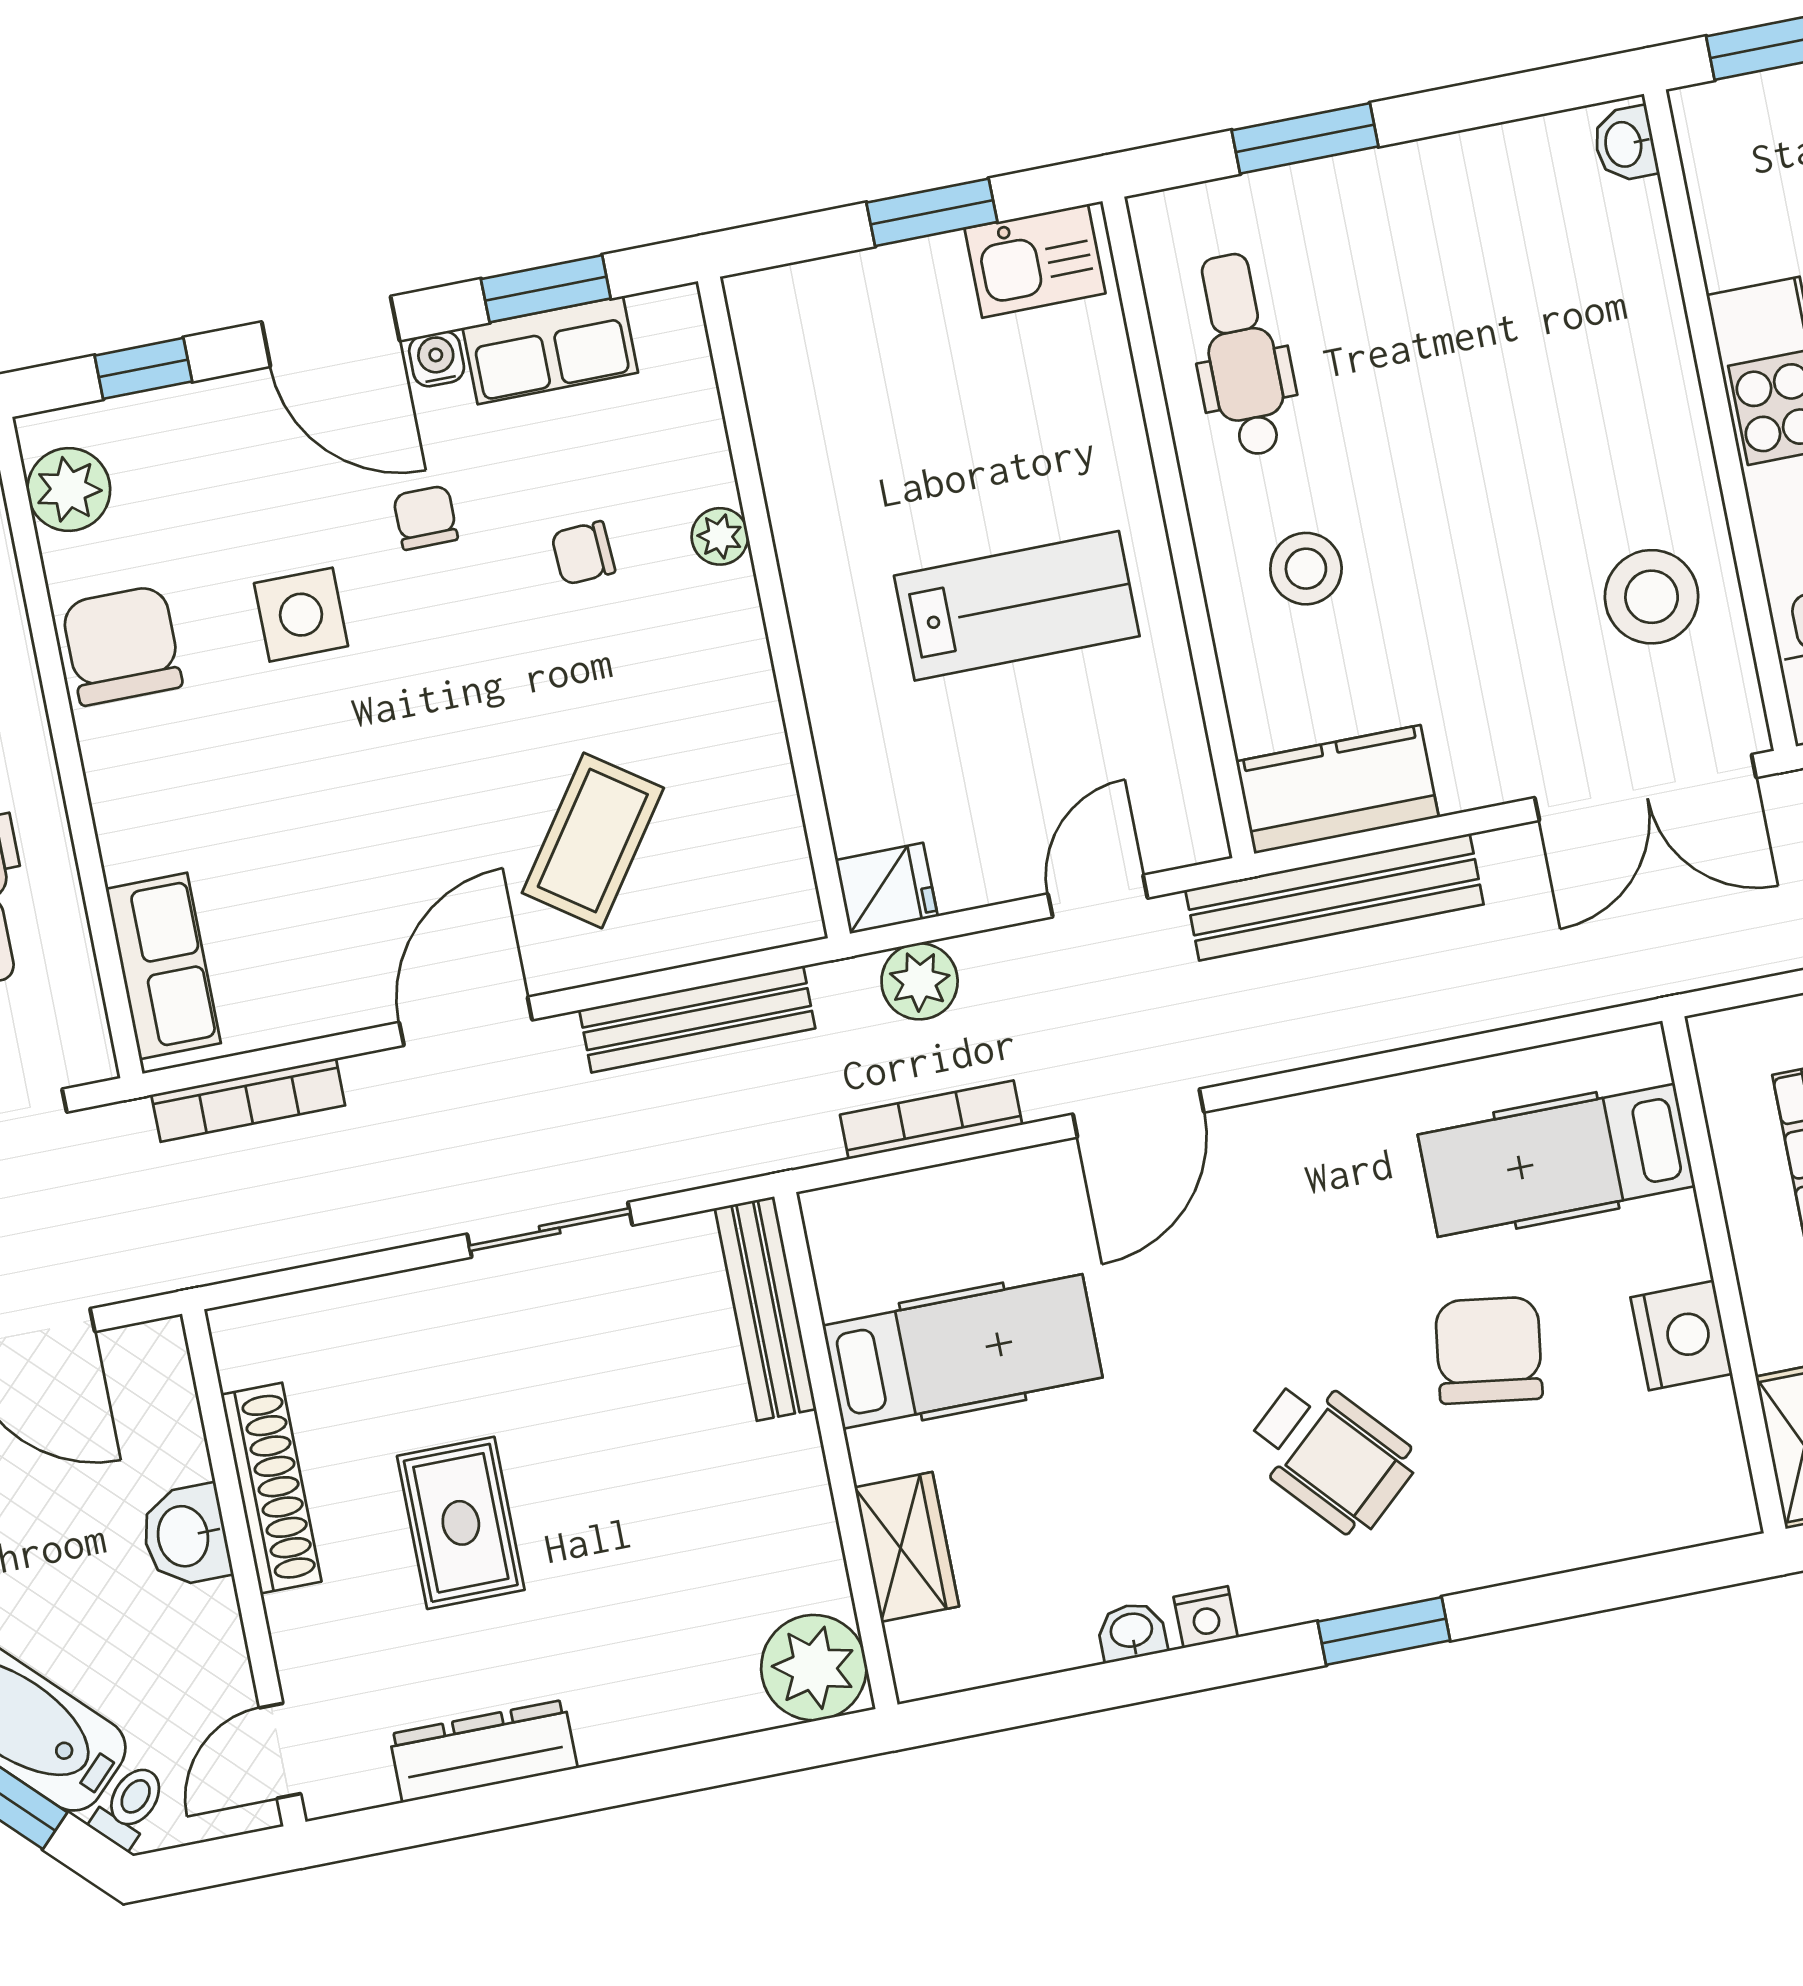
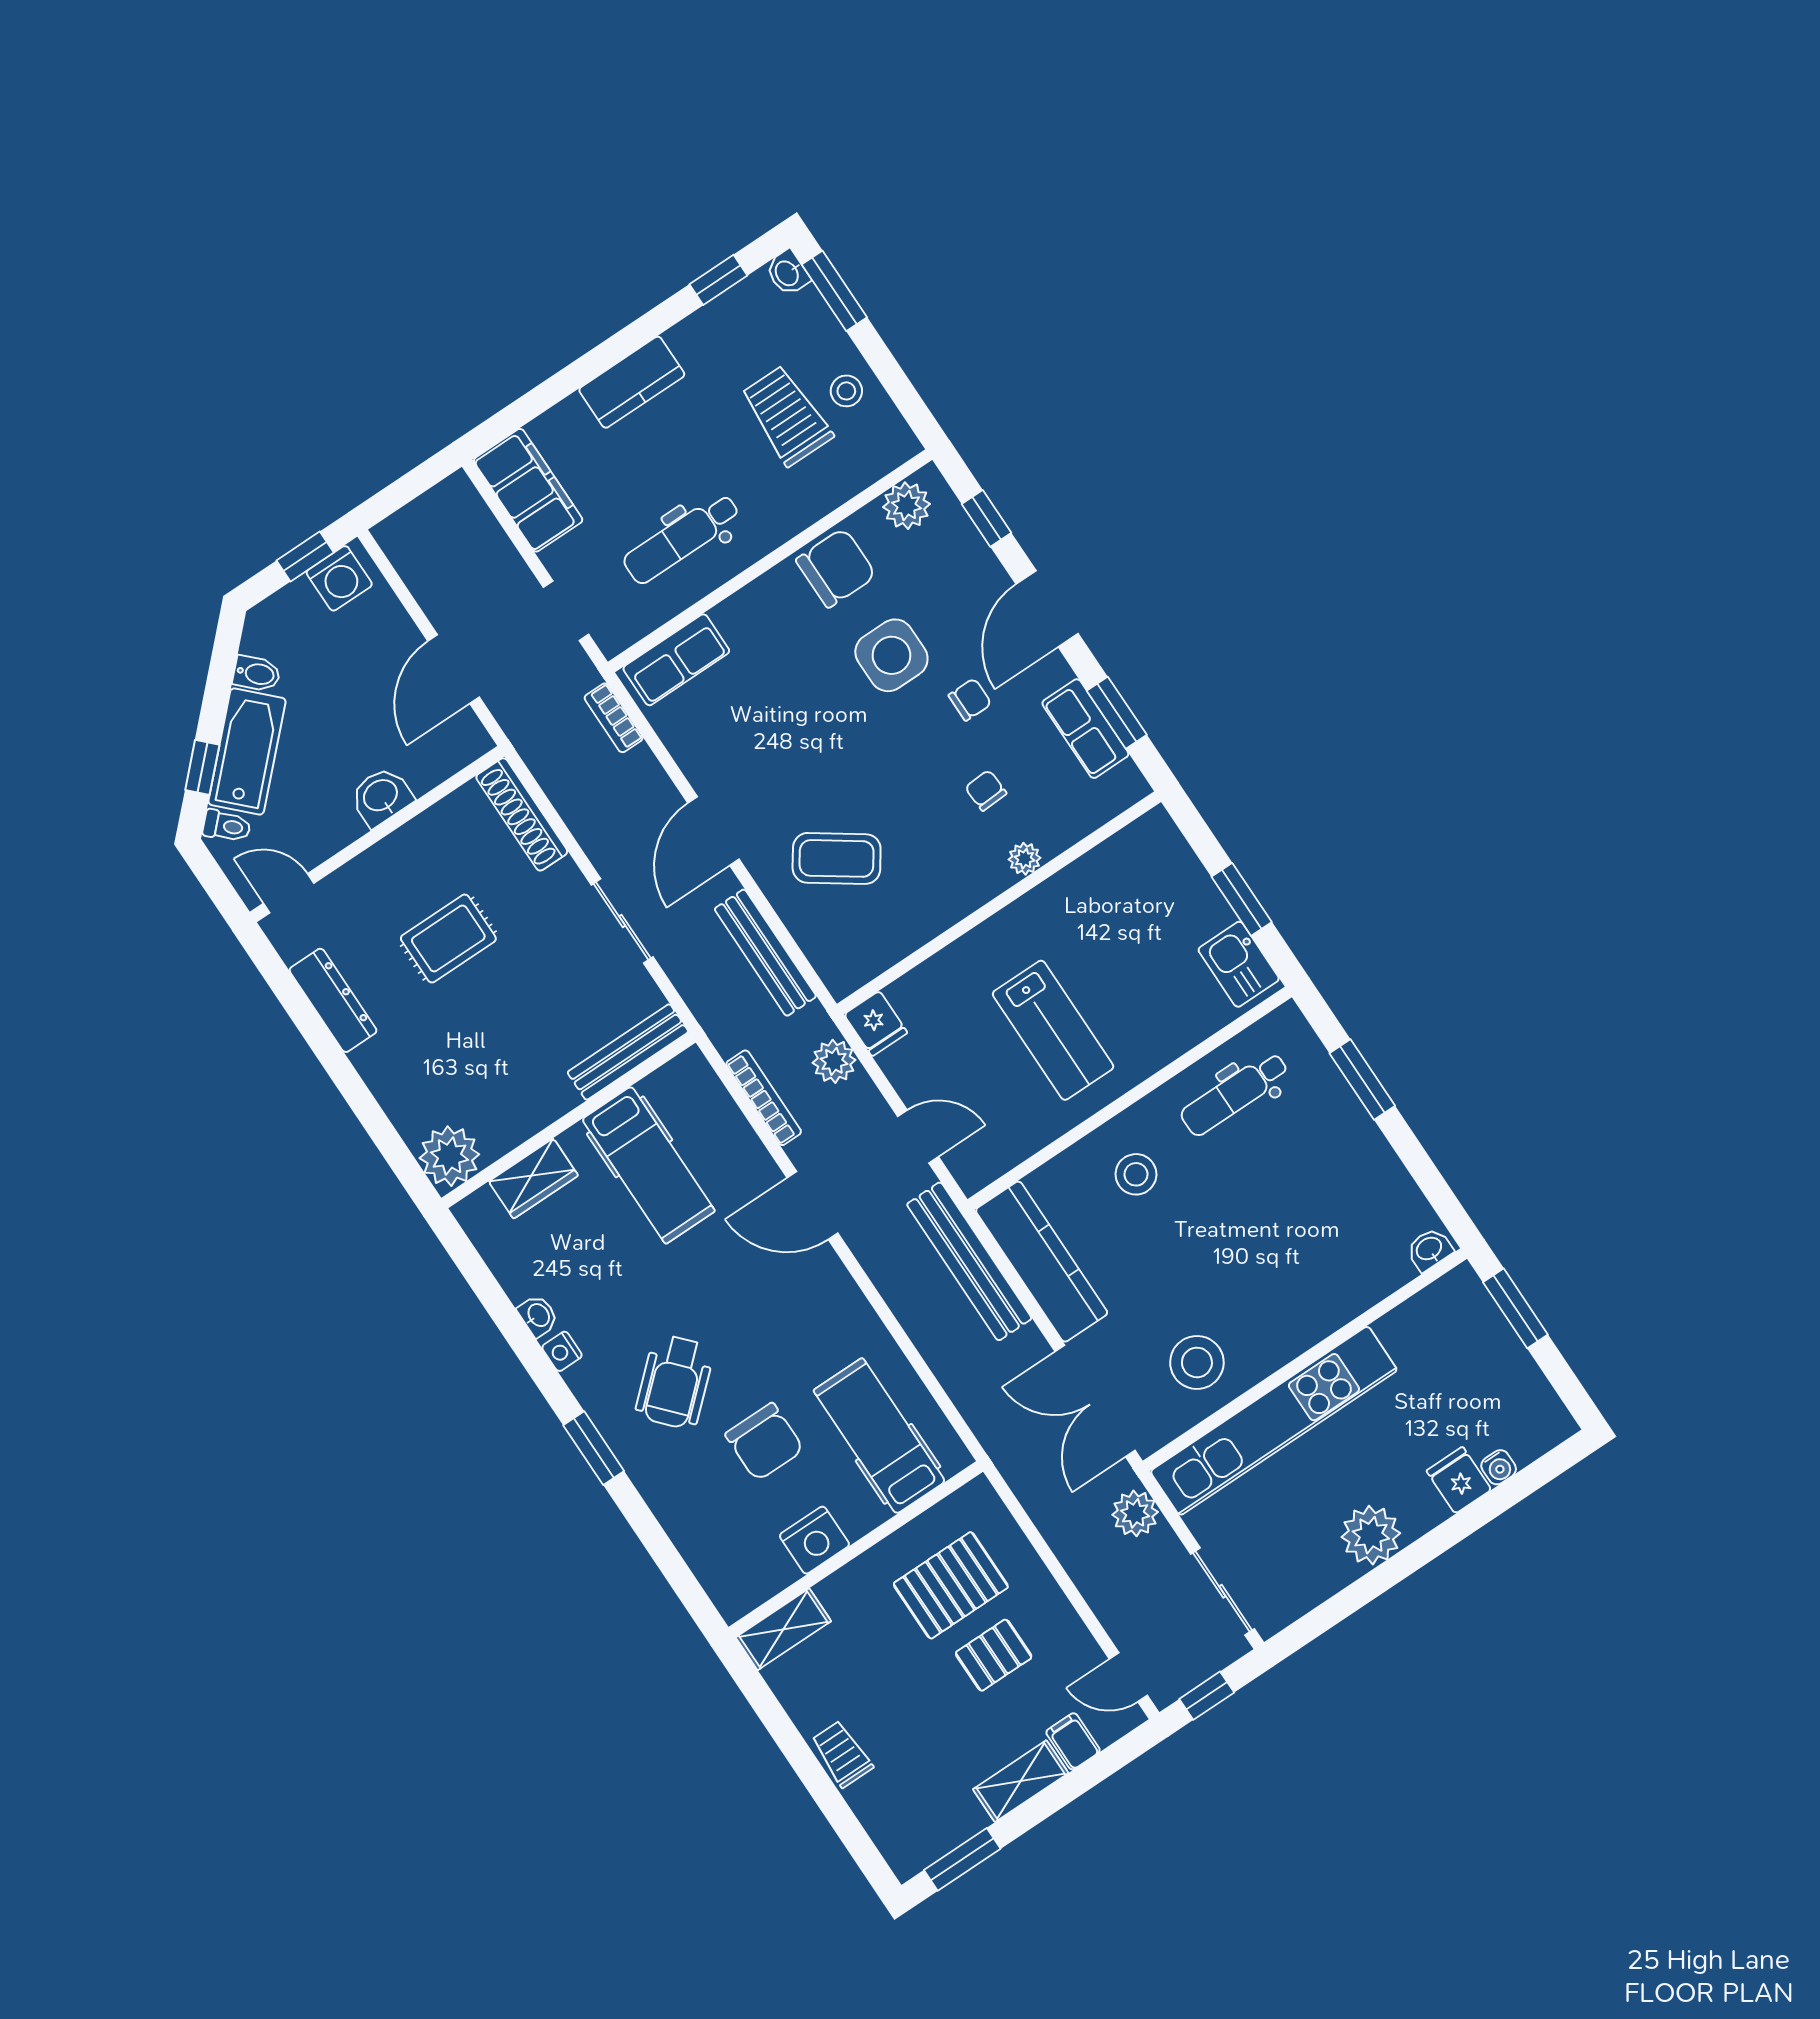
dental chair: (1242, 355) -> (1235, 1094), turned 180
water cooler: (437, 359) -> (1056, 671), removed
side table: (301, 615) -> (891, 655), width x1.37, depth x1.37
kitchen counter: (1337, 789) -> (1042, 1262), width x1.50
door: (466, 1021) -> (714, 831), swing flipped
bookcase: (248, 1100) -> (614, 718), width x0.64
chair: (1489, 1350) -> (765, 1442), turned 82
shoe rack: (271, 1488) -> (522, 814), moved, turned 90

